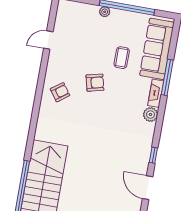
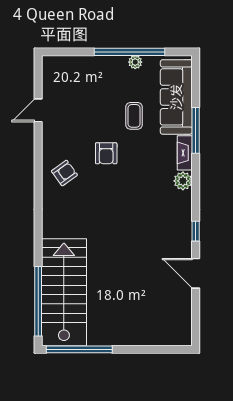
plant: (105, 12) -> (135, 62), moved
armchair: (95, 83) -> (106, 153), turned 104

